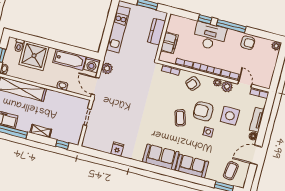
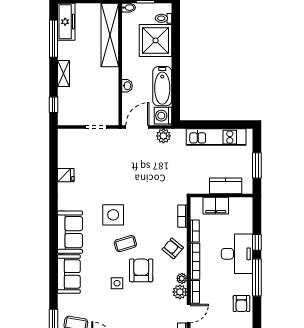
side table: (230, 116) -> (113, 215), moved

